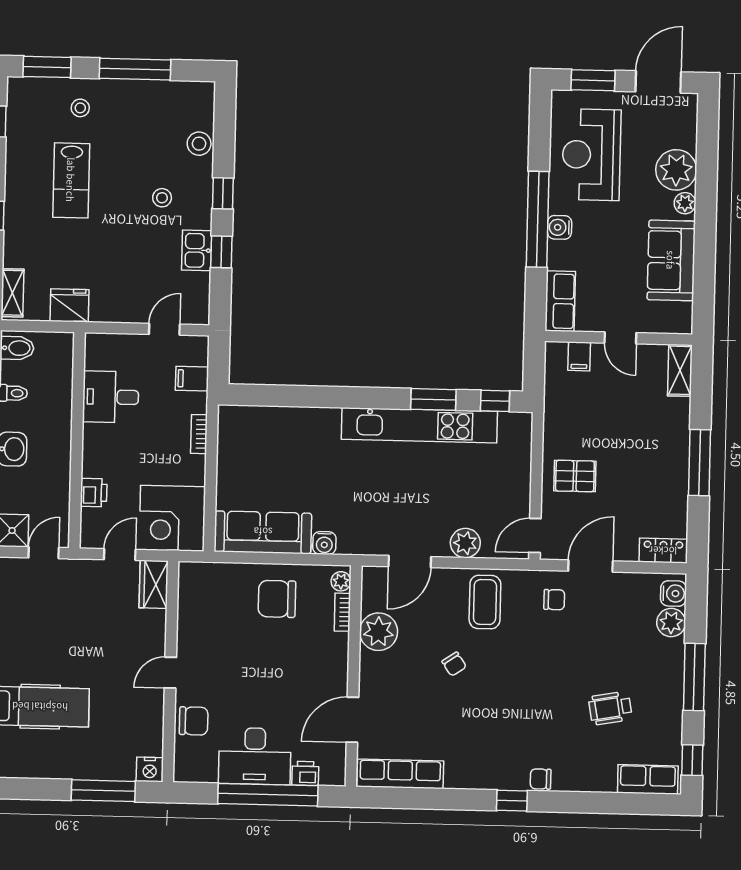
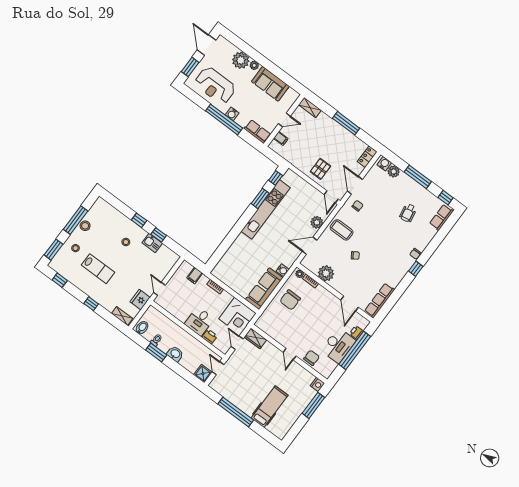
stool: (199, 144) -> (85, 226), moved
door: (164, 329) -> (159, 289), moved
desk: (111, 397) -> (199, 321), moved
door: (410, 562) -> (310, 246), swing flipped

